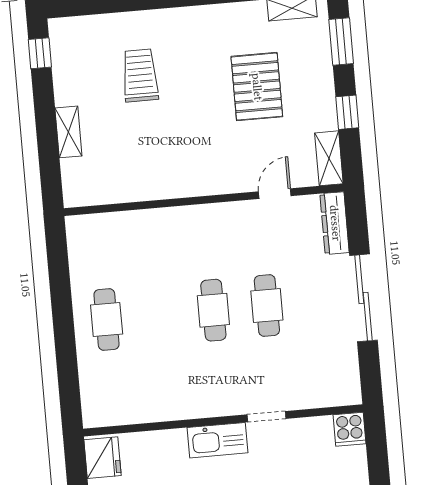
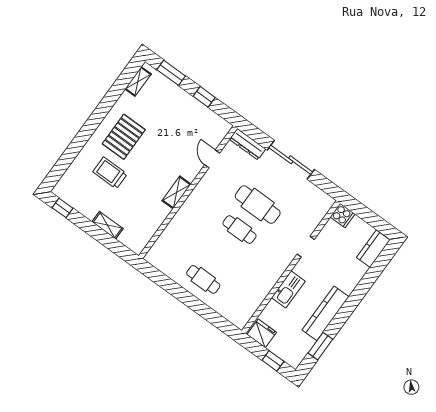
pallet: (257, 87) -> (124, 137), moved, turned 90
shelving: (329, 158) -> (177, 192), moved, turned 90
cafe table: (267, 305) -> (258, 205), width x1.37, depth x1.35
kitchen sink: (218, 440) -> (288, 289), moved

